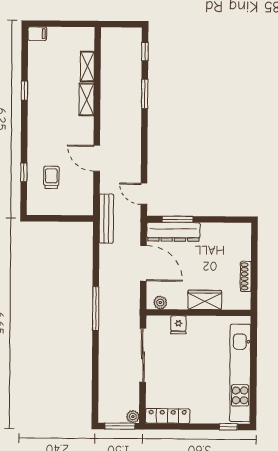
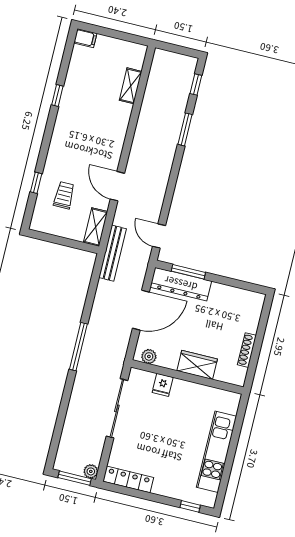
shelving: (87, 99) -> (96, 227), moved
door: (143, 263) -> (141, 310), hinge flipped
kitchen unit: (240, 373) -> (217, 452), width x0.73

